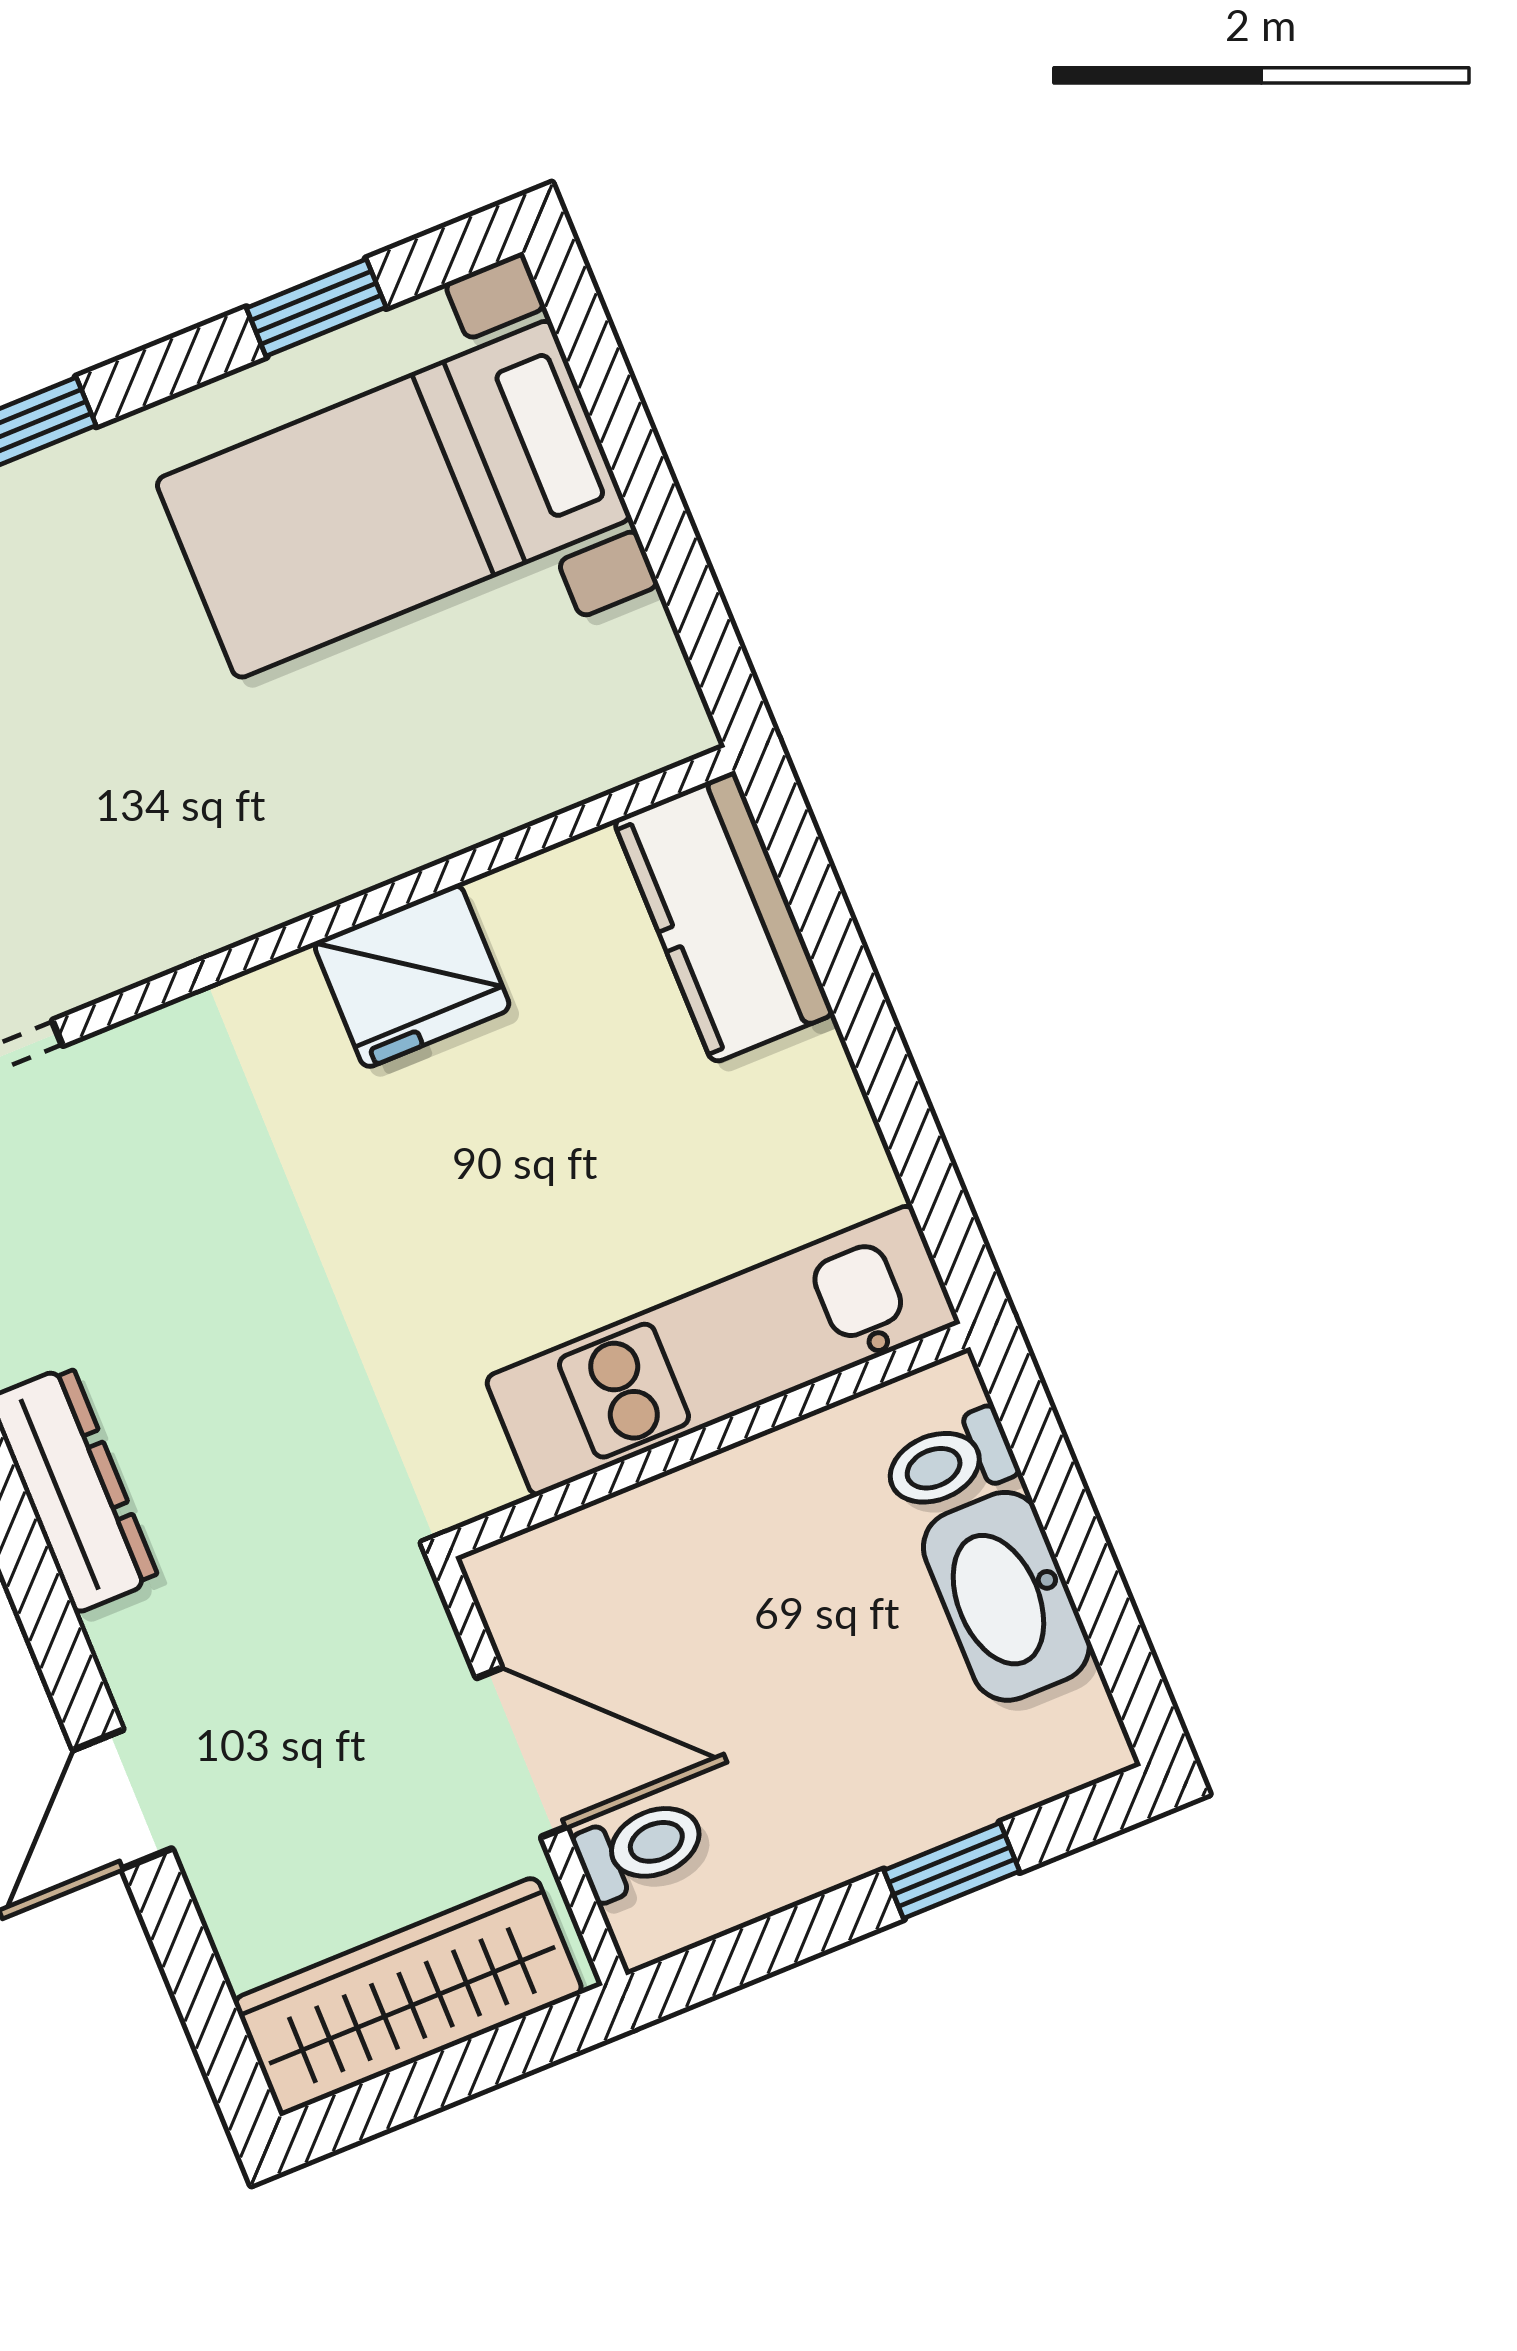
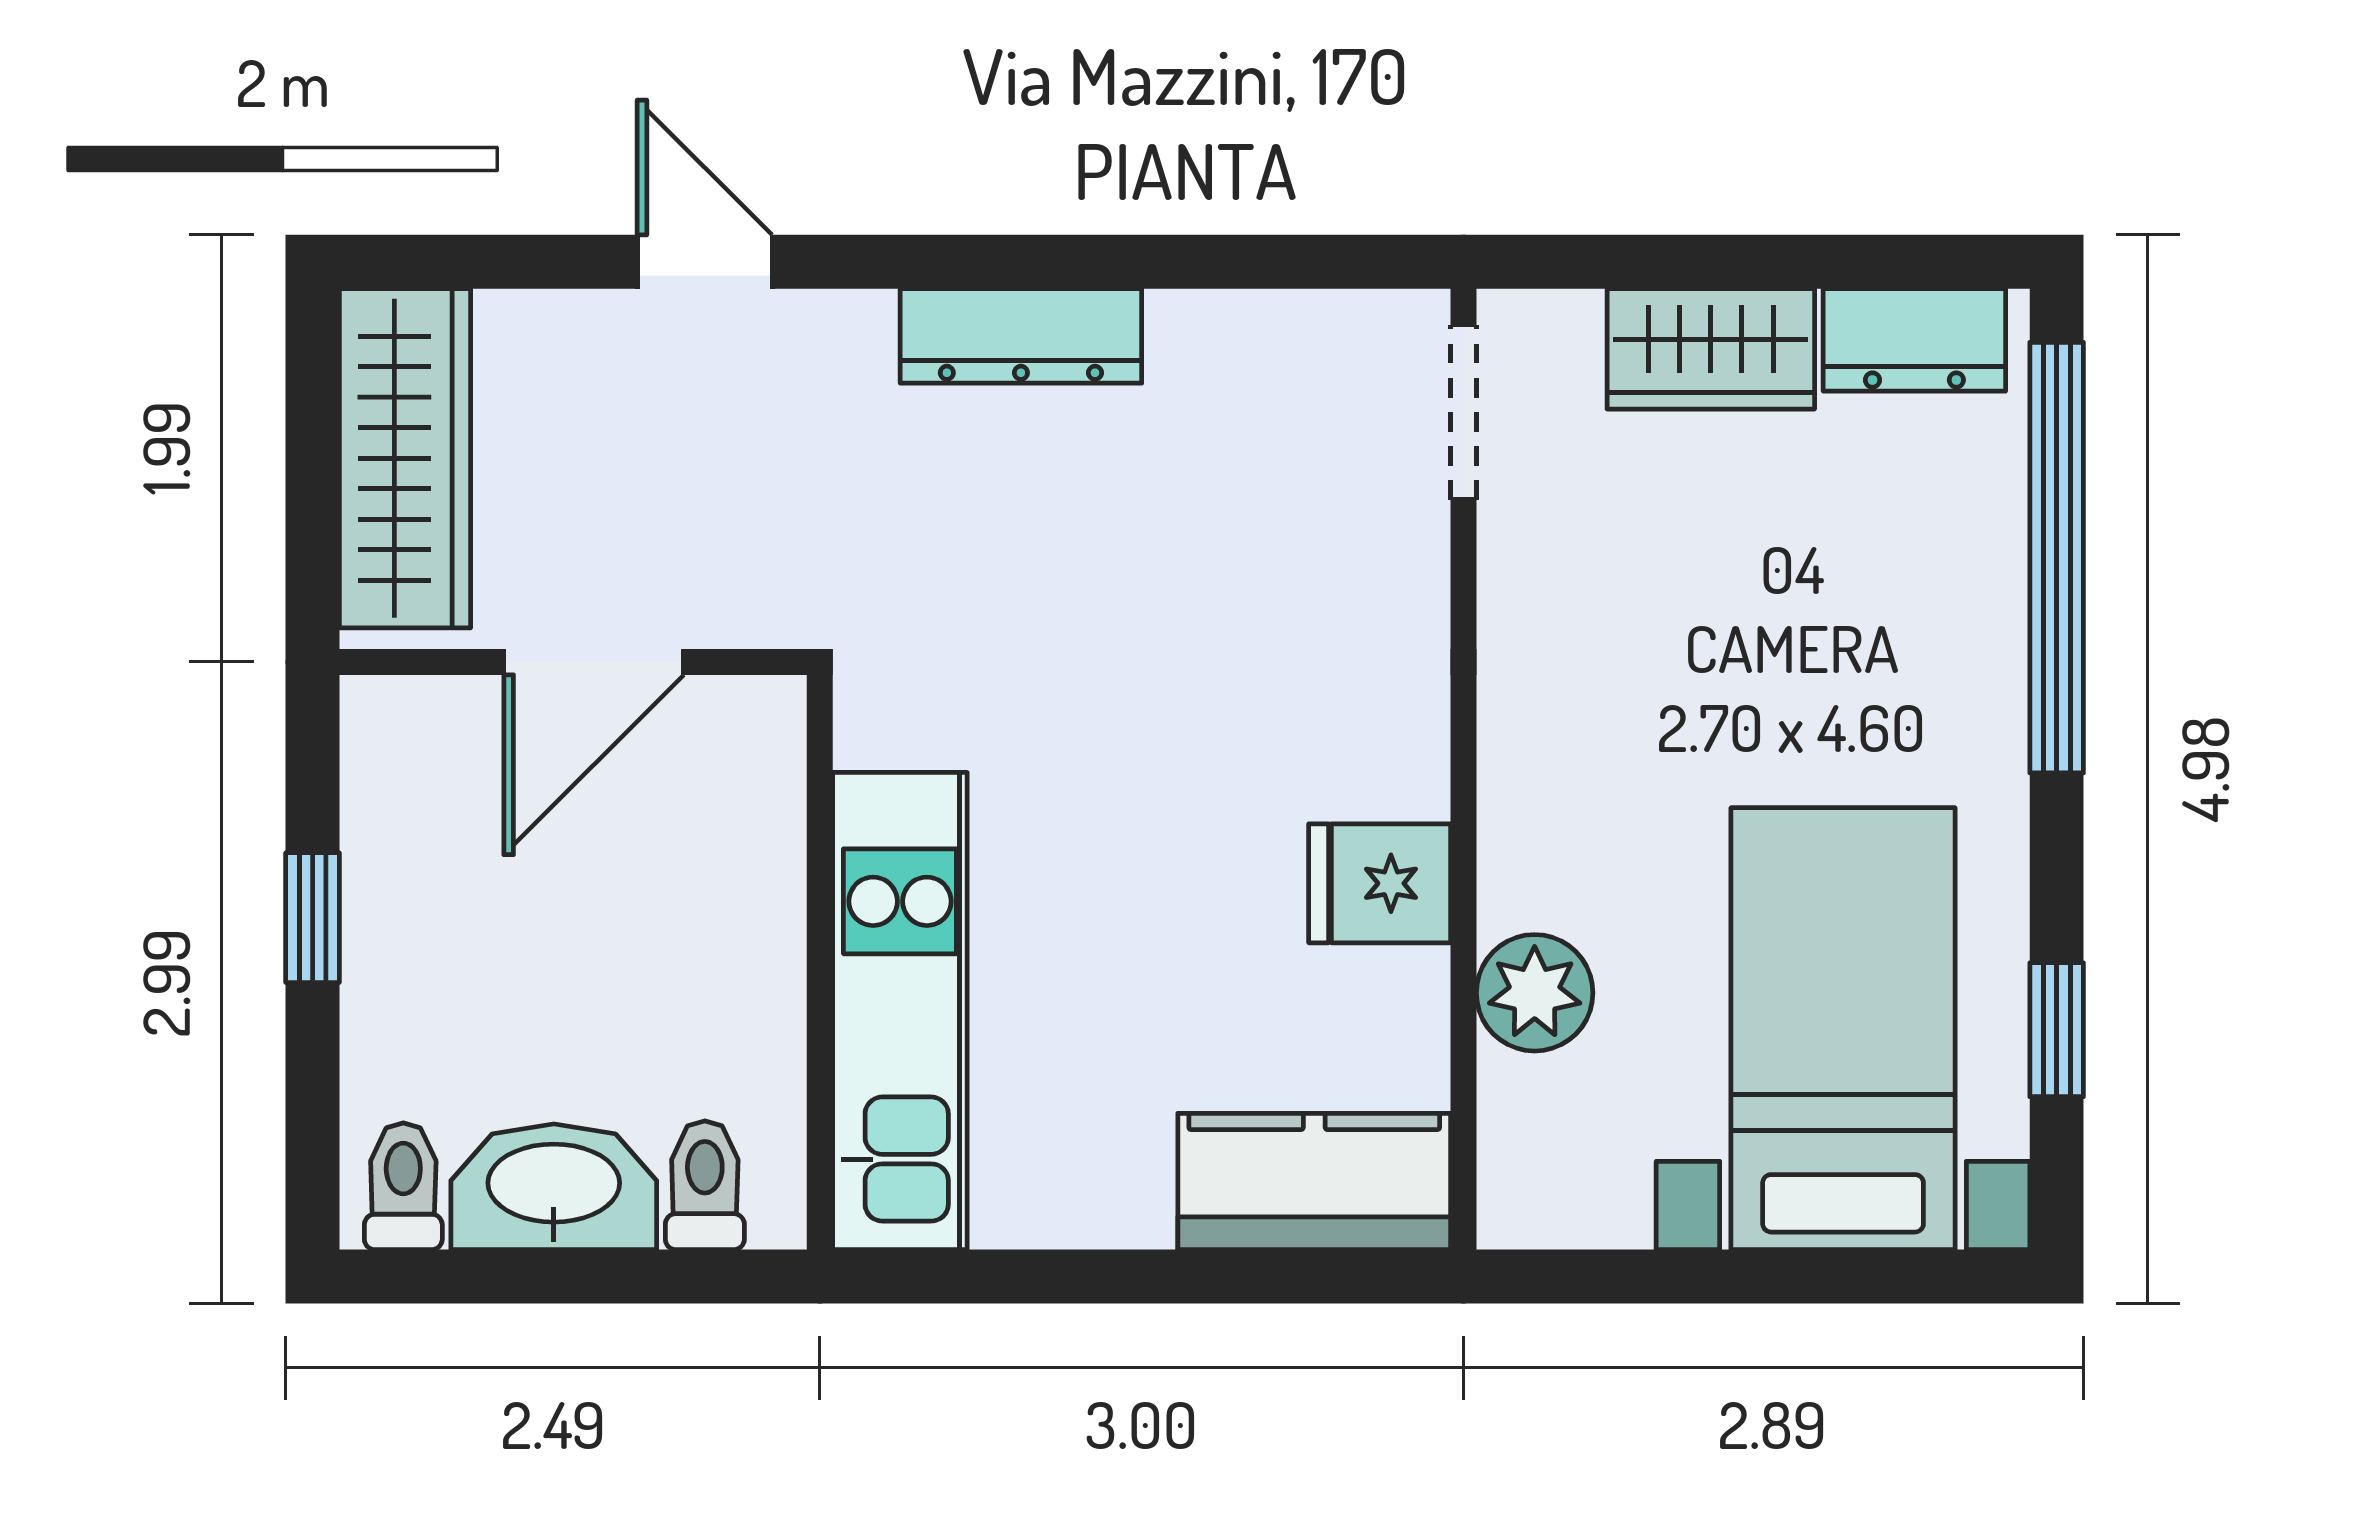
plant: (474, 789) -> (1535, 993), added
fridge: (412, 976) -> (1380, 883), width x0.72
toilet: (640, 1848) -> (403, 1186), moved, turned 180
window: (952, 1871) -> (313, 918), moved

